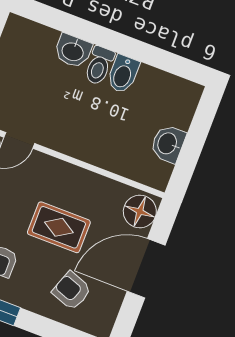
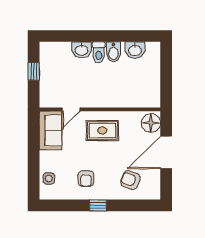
washbasin: (168, 144) -> (135, 50), moved, turned -90
rug: (59, 227) -> (102, 131), moved

